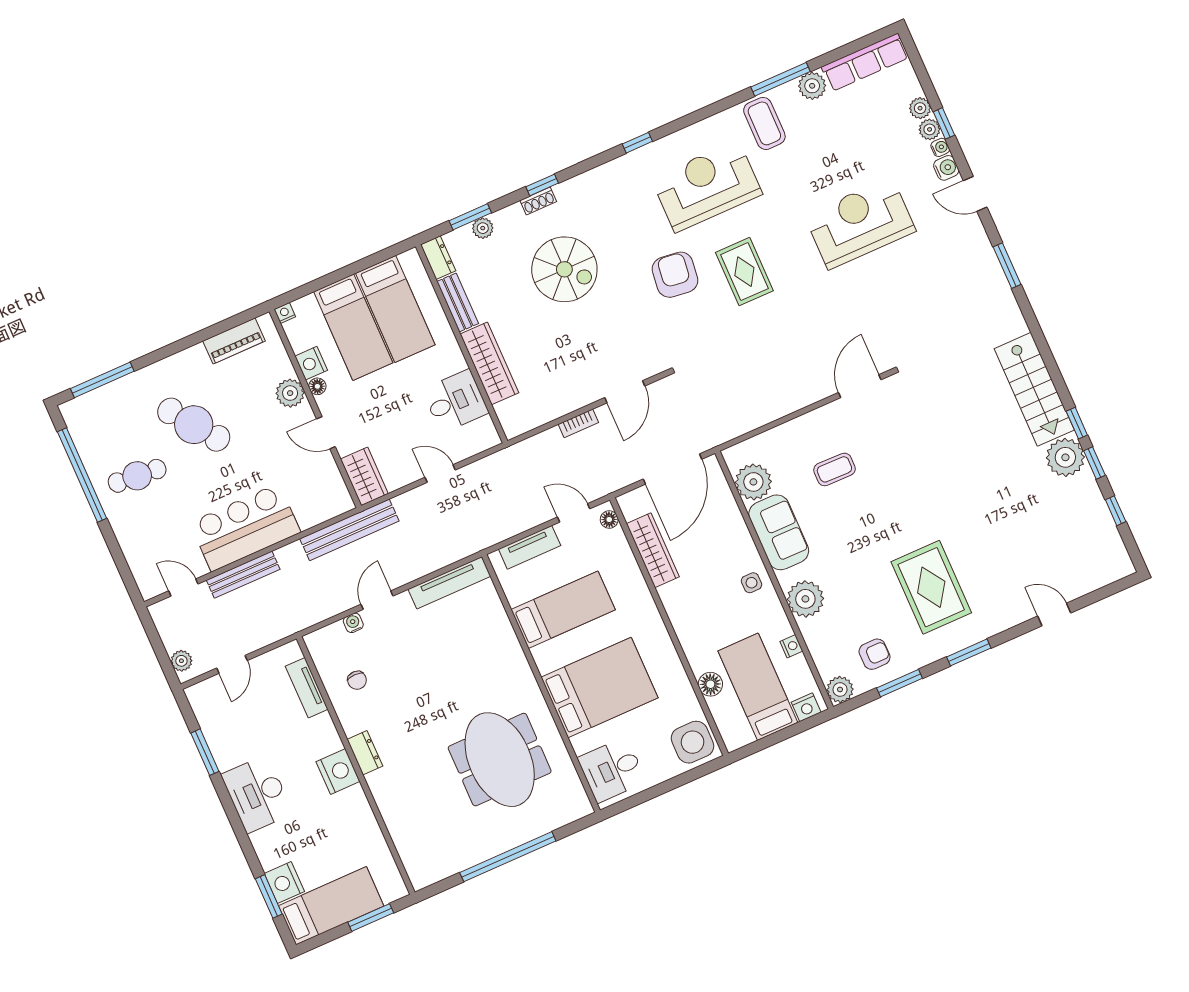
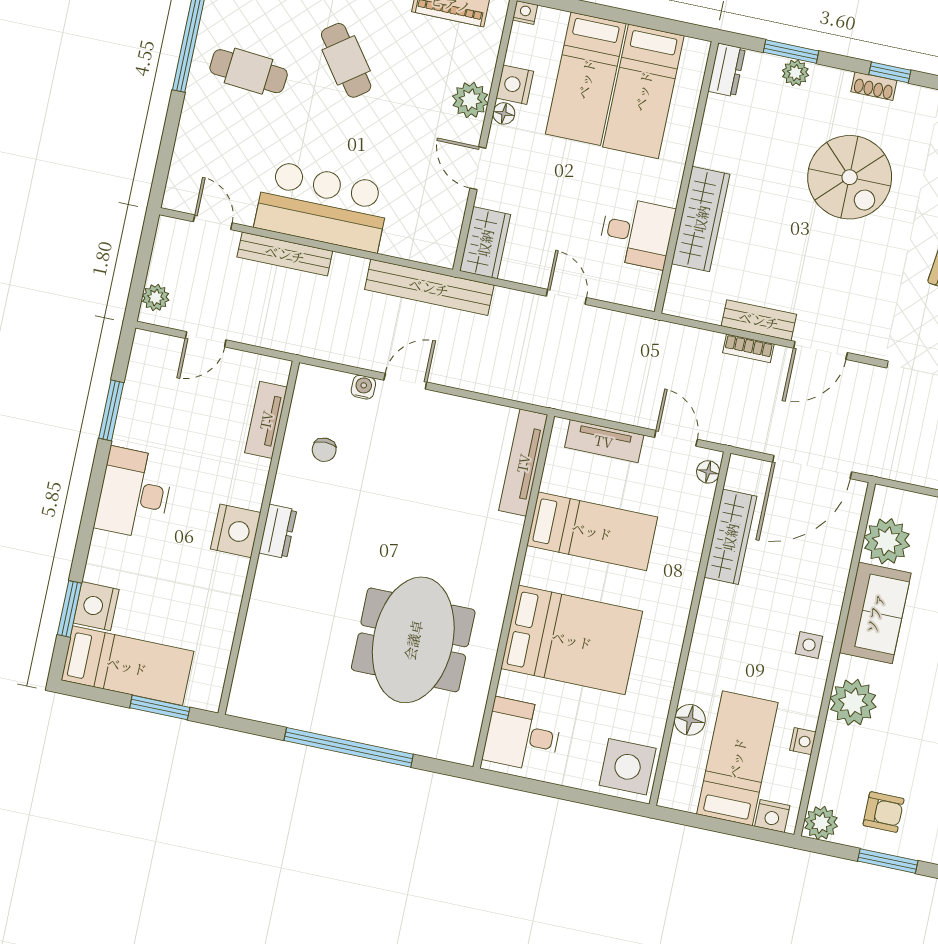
bench: (458, 302) -> (759, 320), moved, turned 90
cafe table: (194, 425) -> (346, 60), width x0.73, depth x0.74
tv unit: (449, 583) -> (523, 463), moved, turned 90

